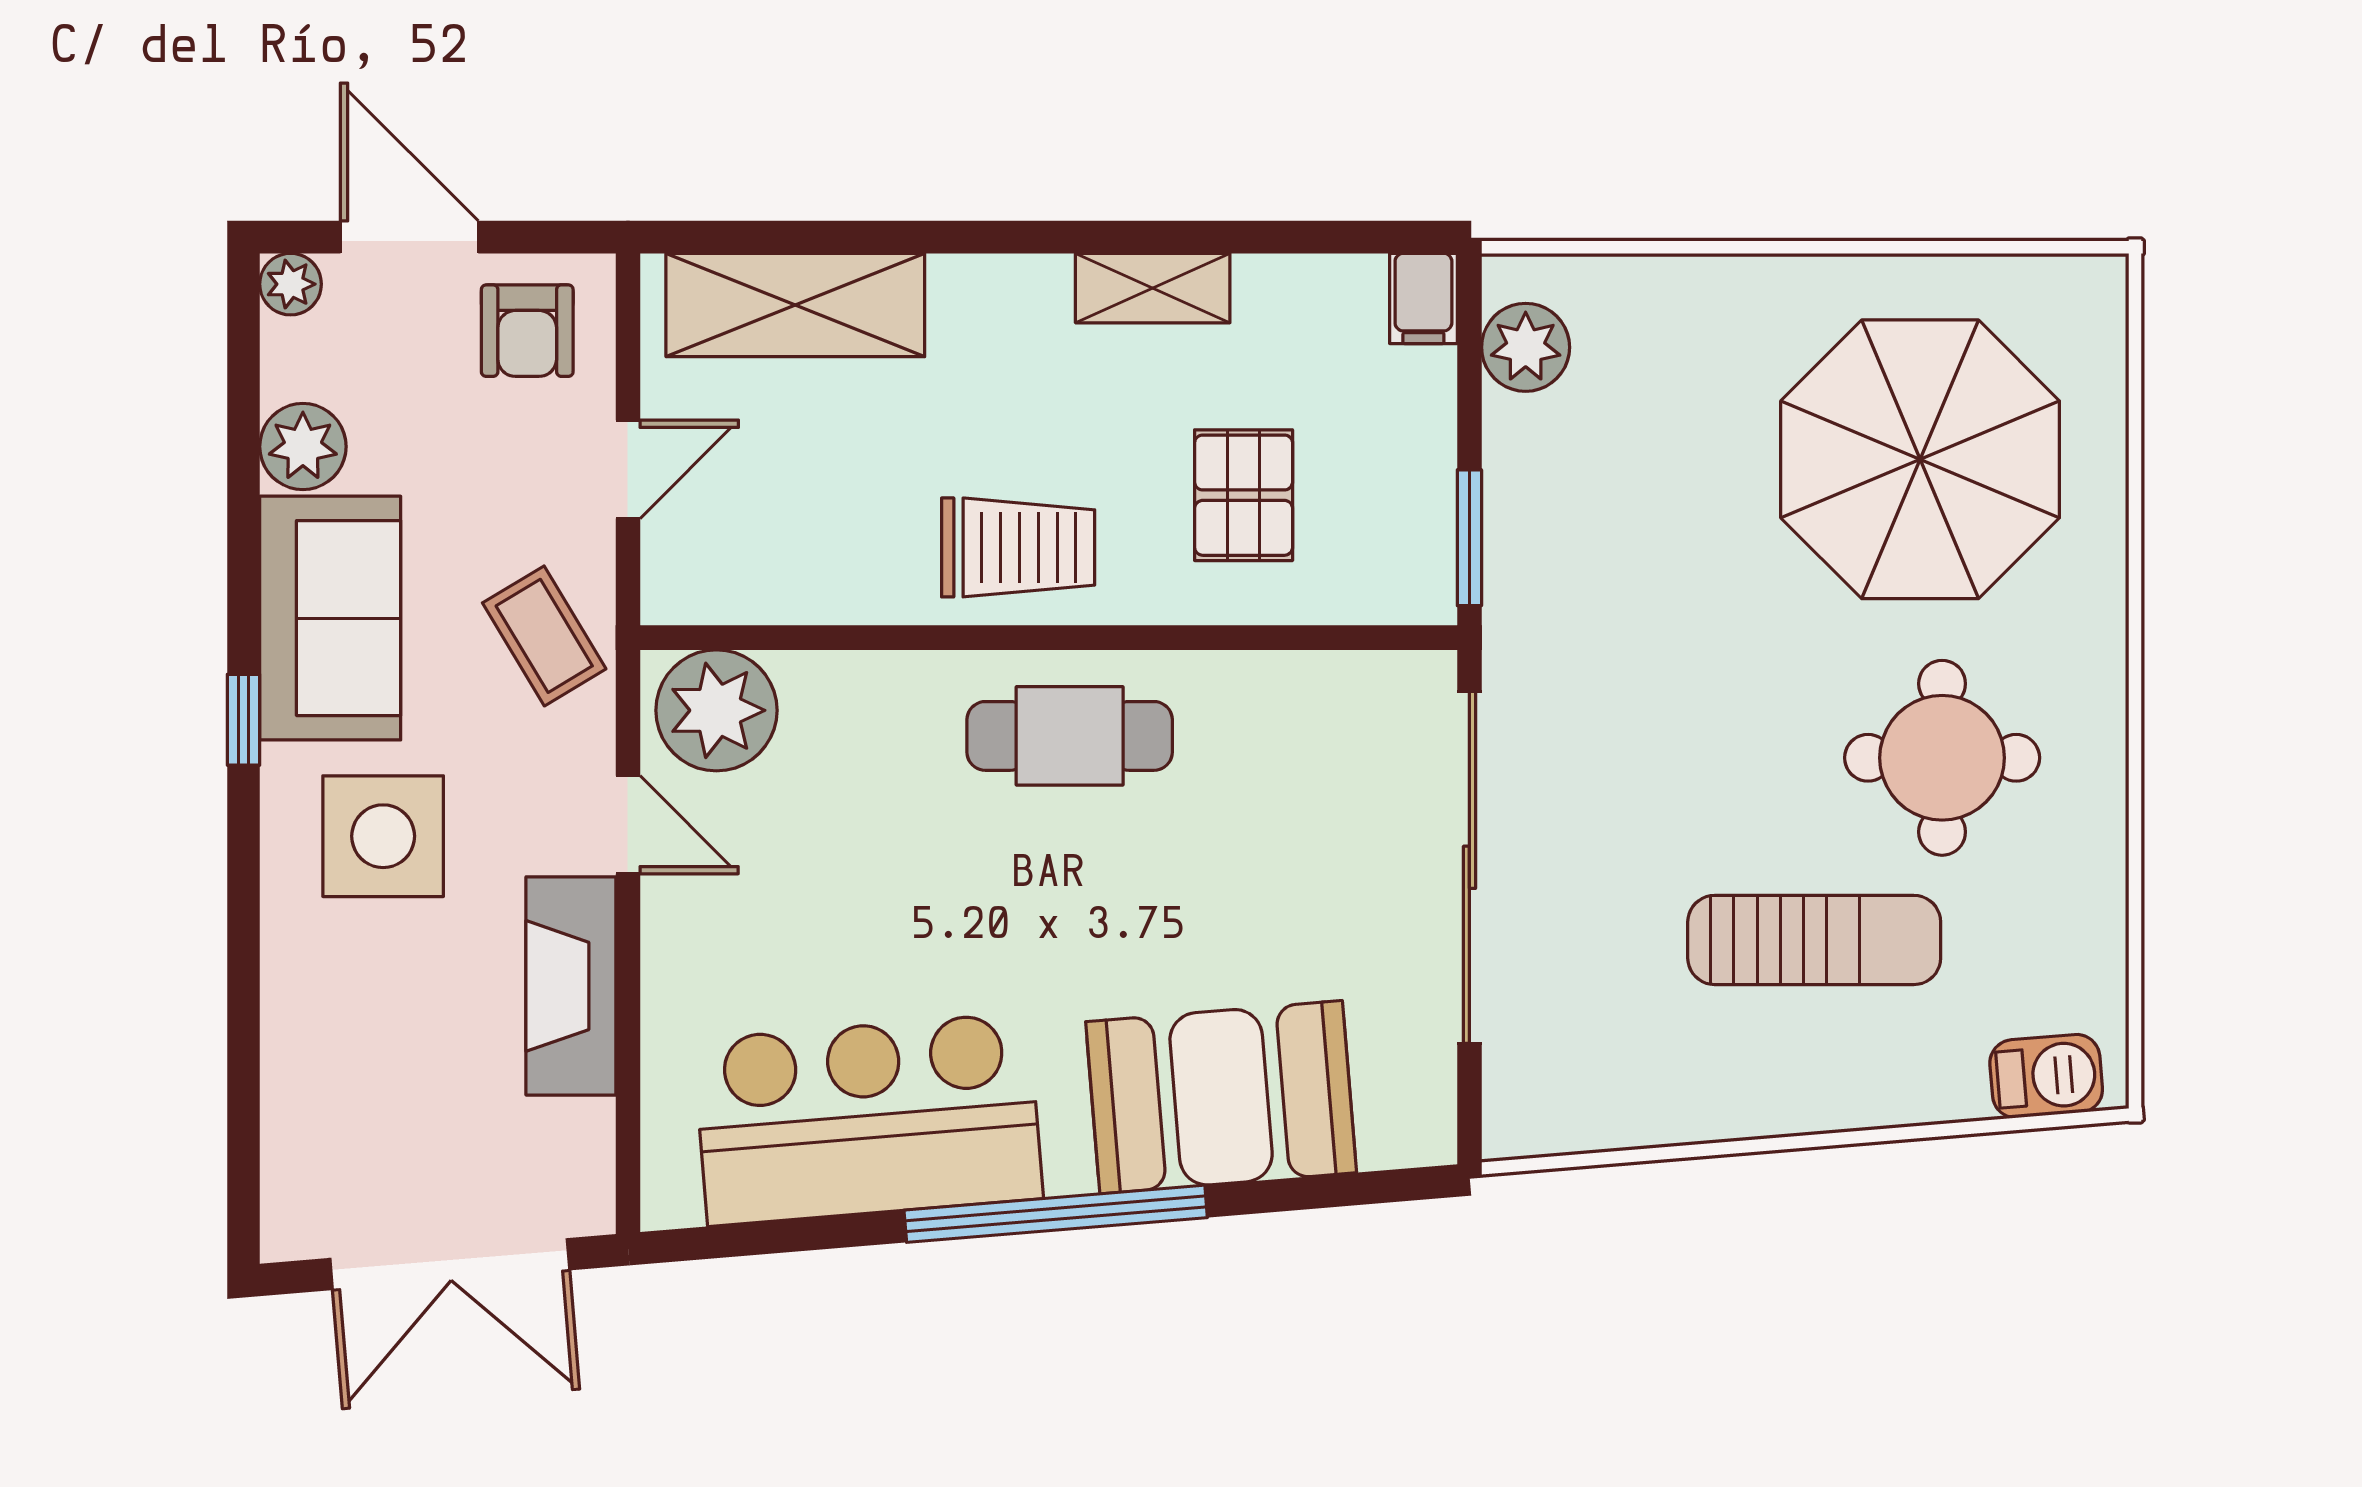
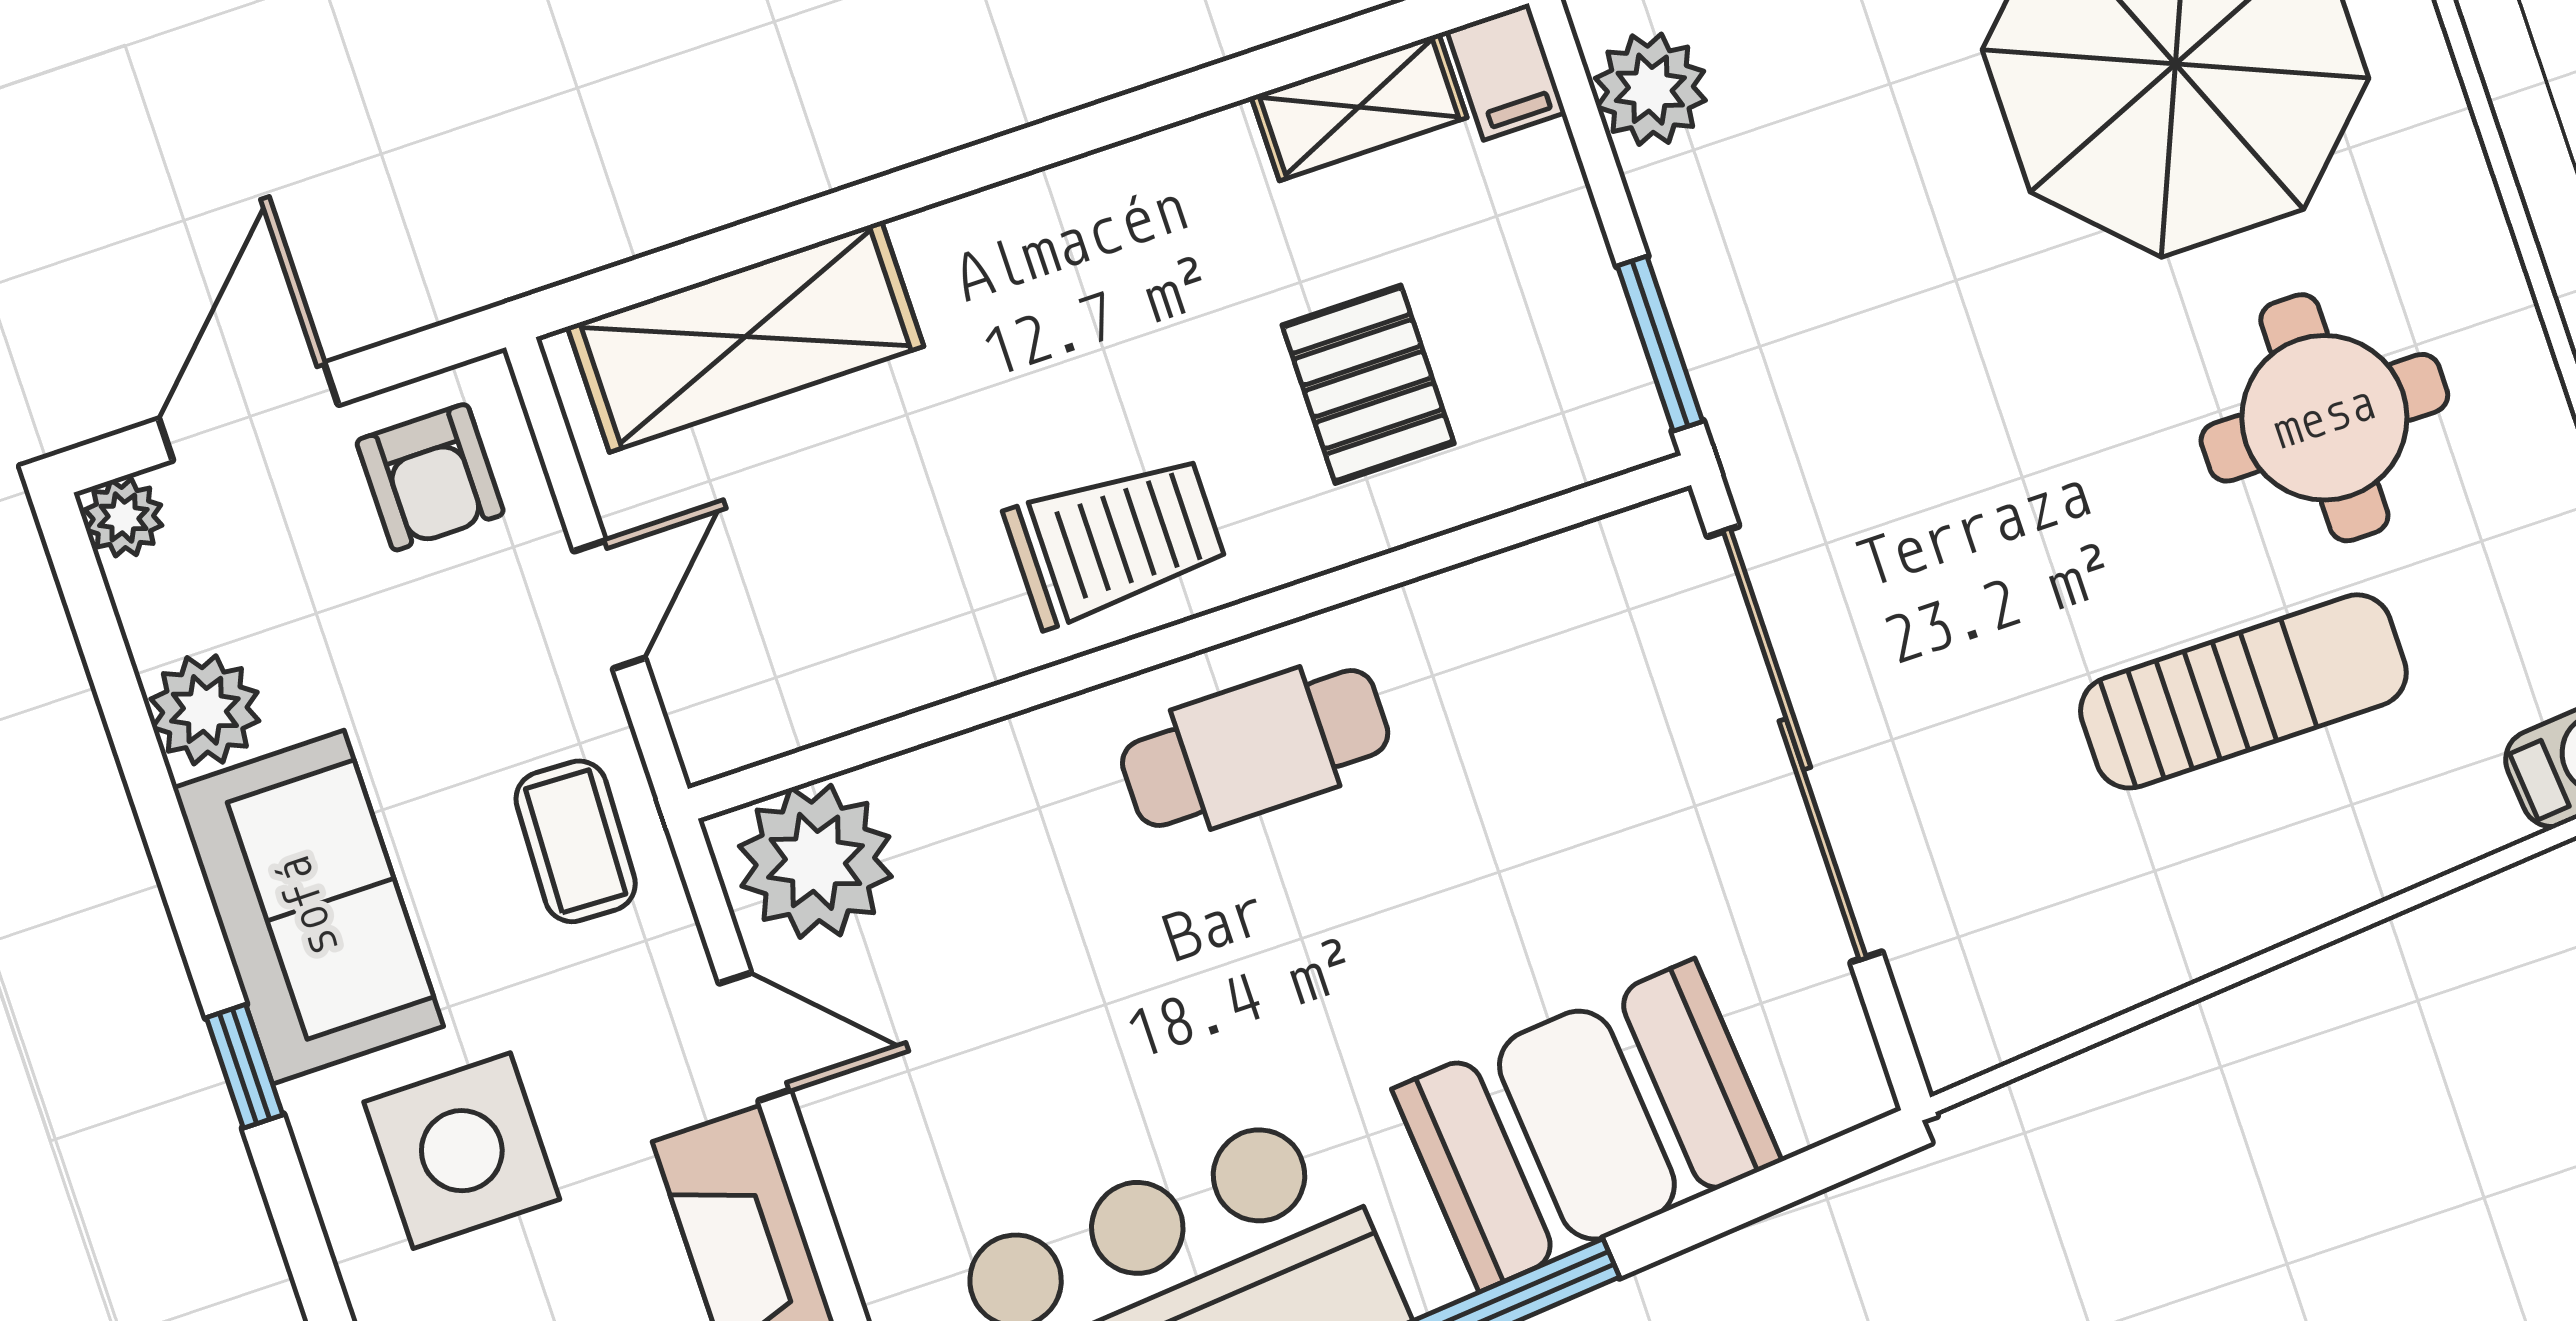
door: (409, 237) -> (249, 412), hinge flipped
shelving: (1153, 288) -> (1359, 107), moved
coffee table: (544, 636) -> (576, 841), turned 33

